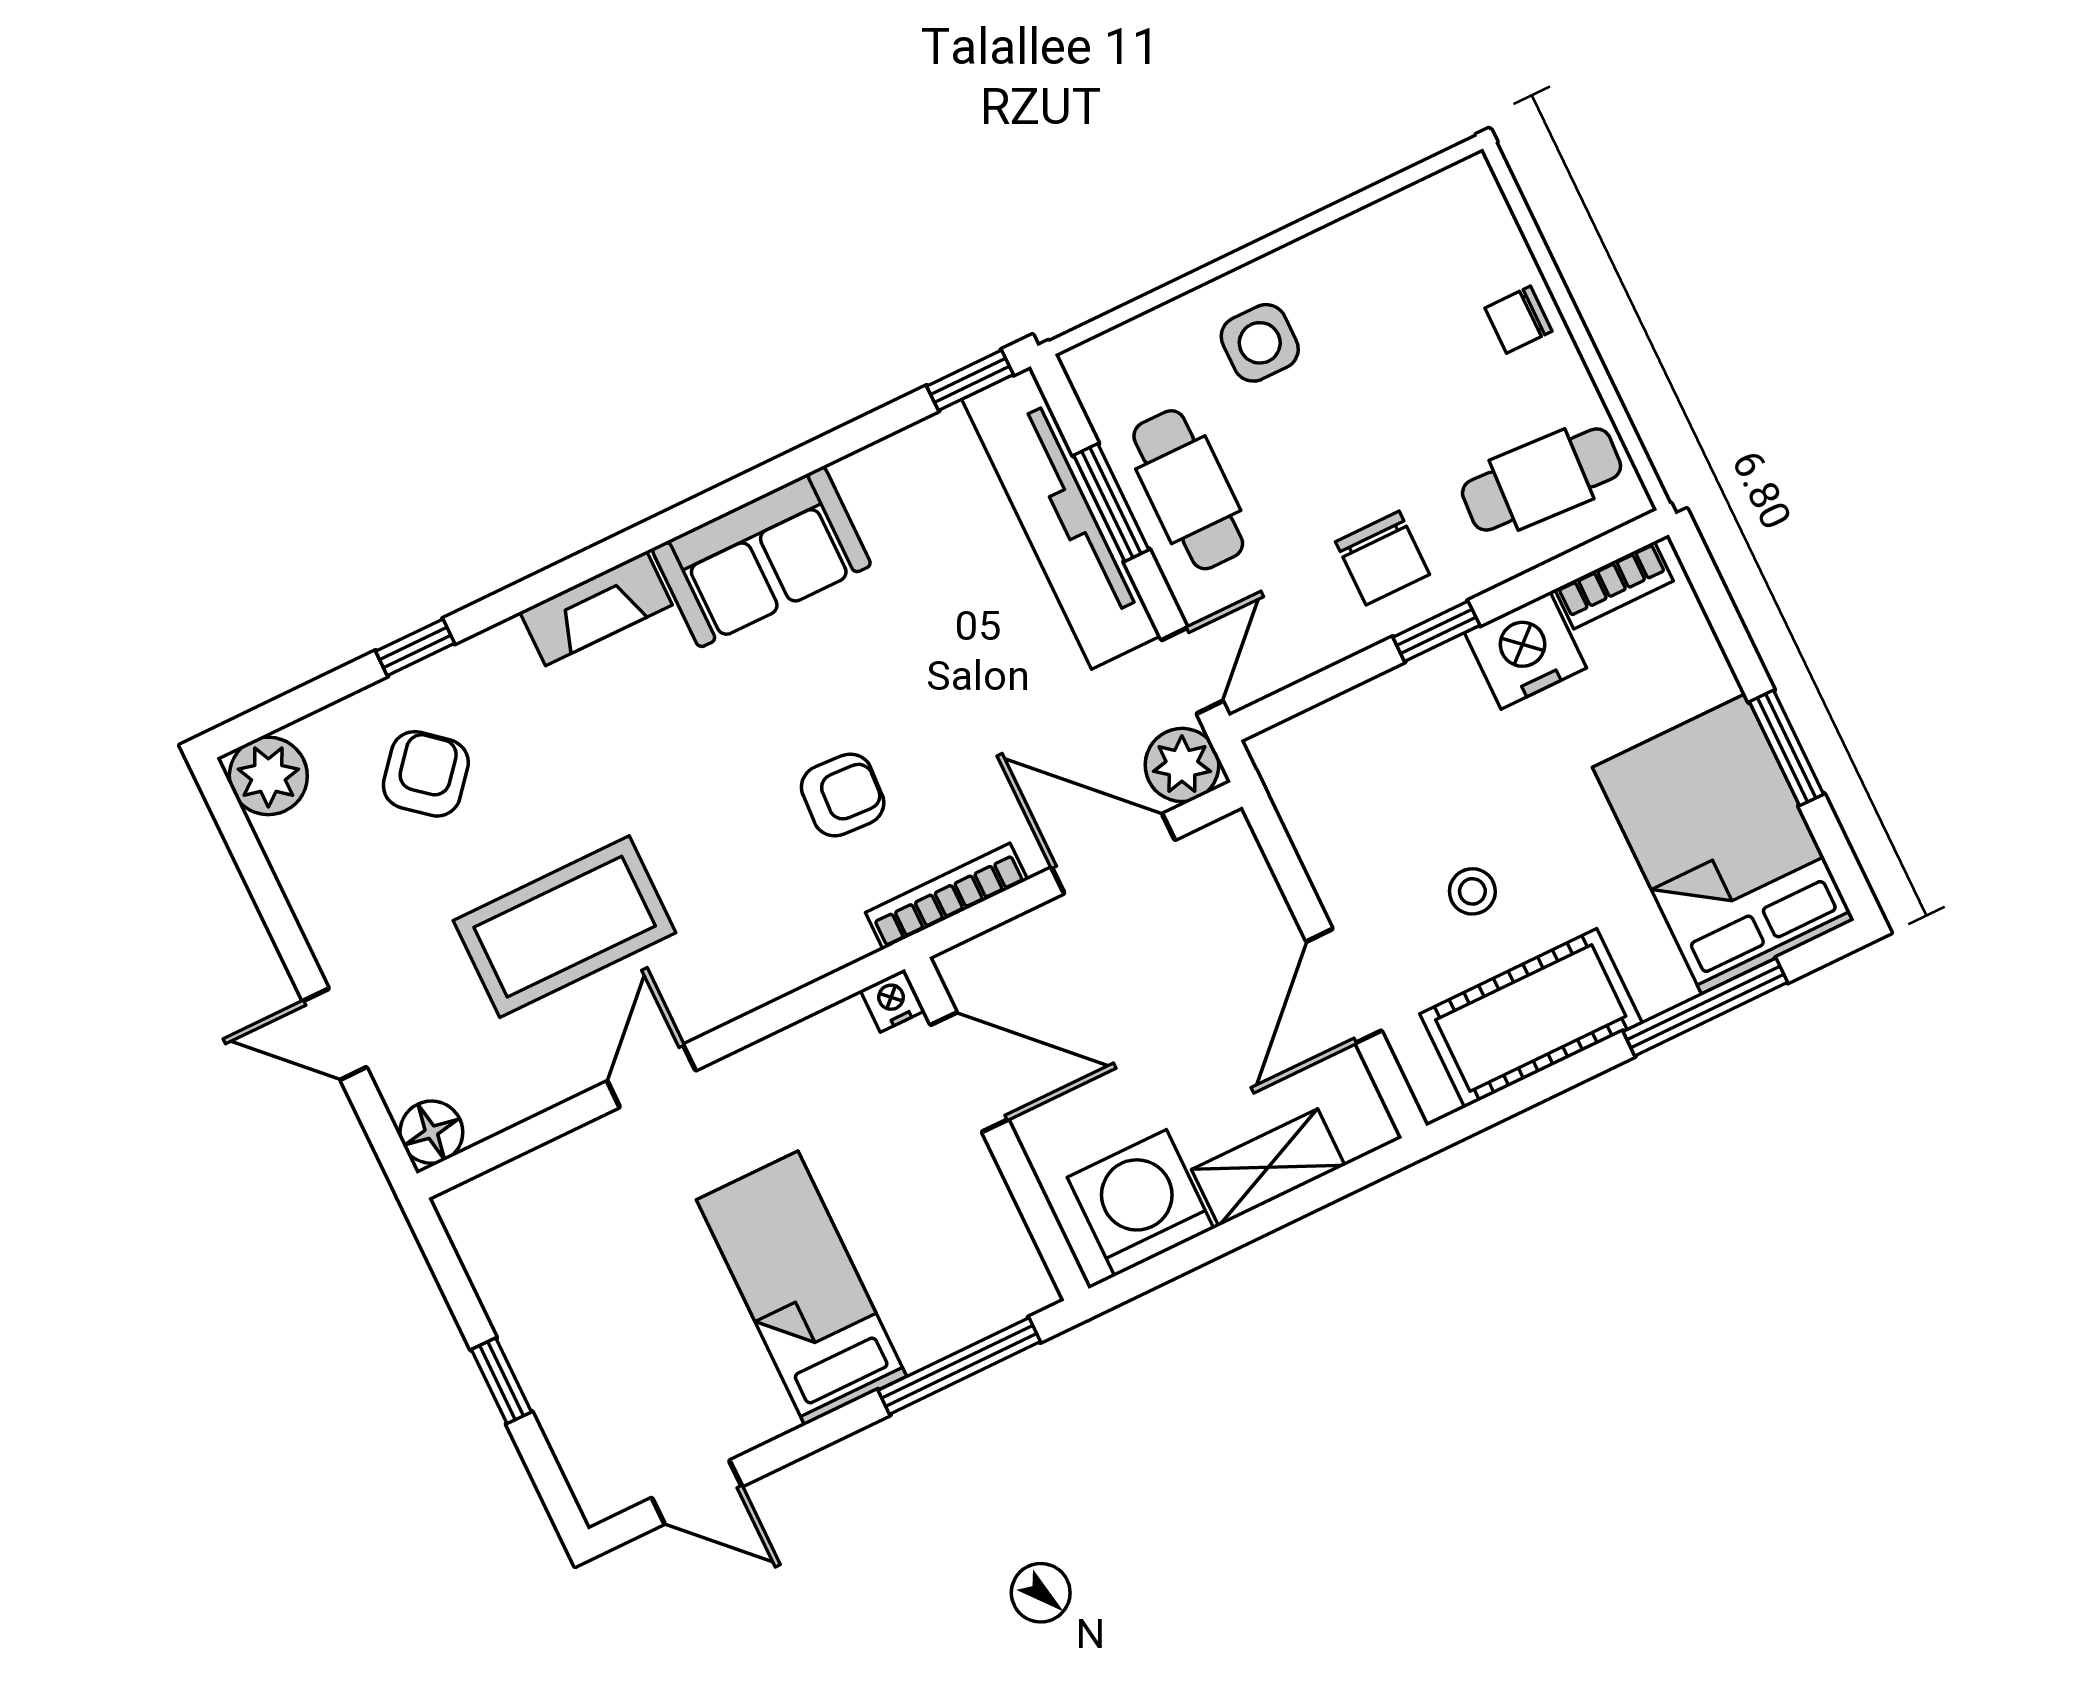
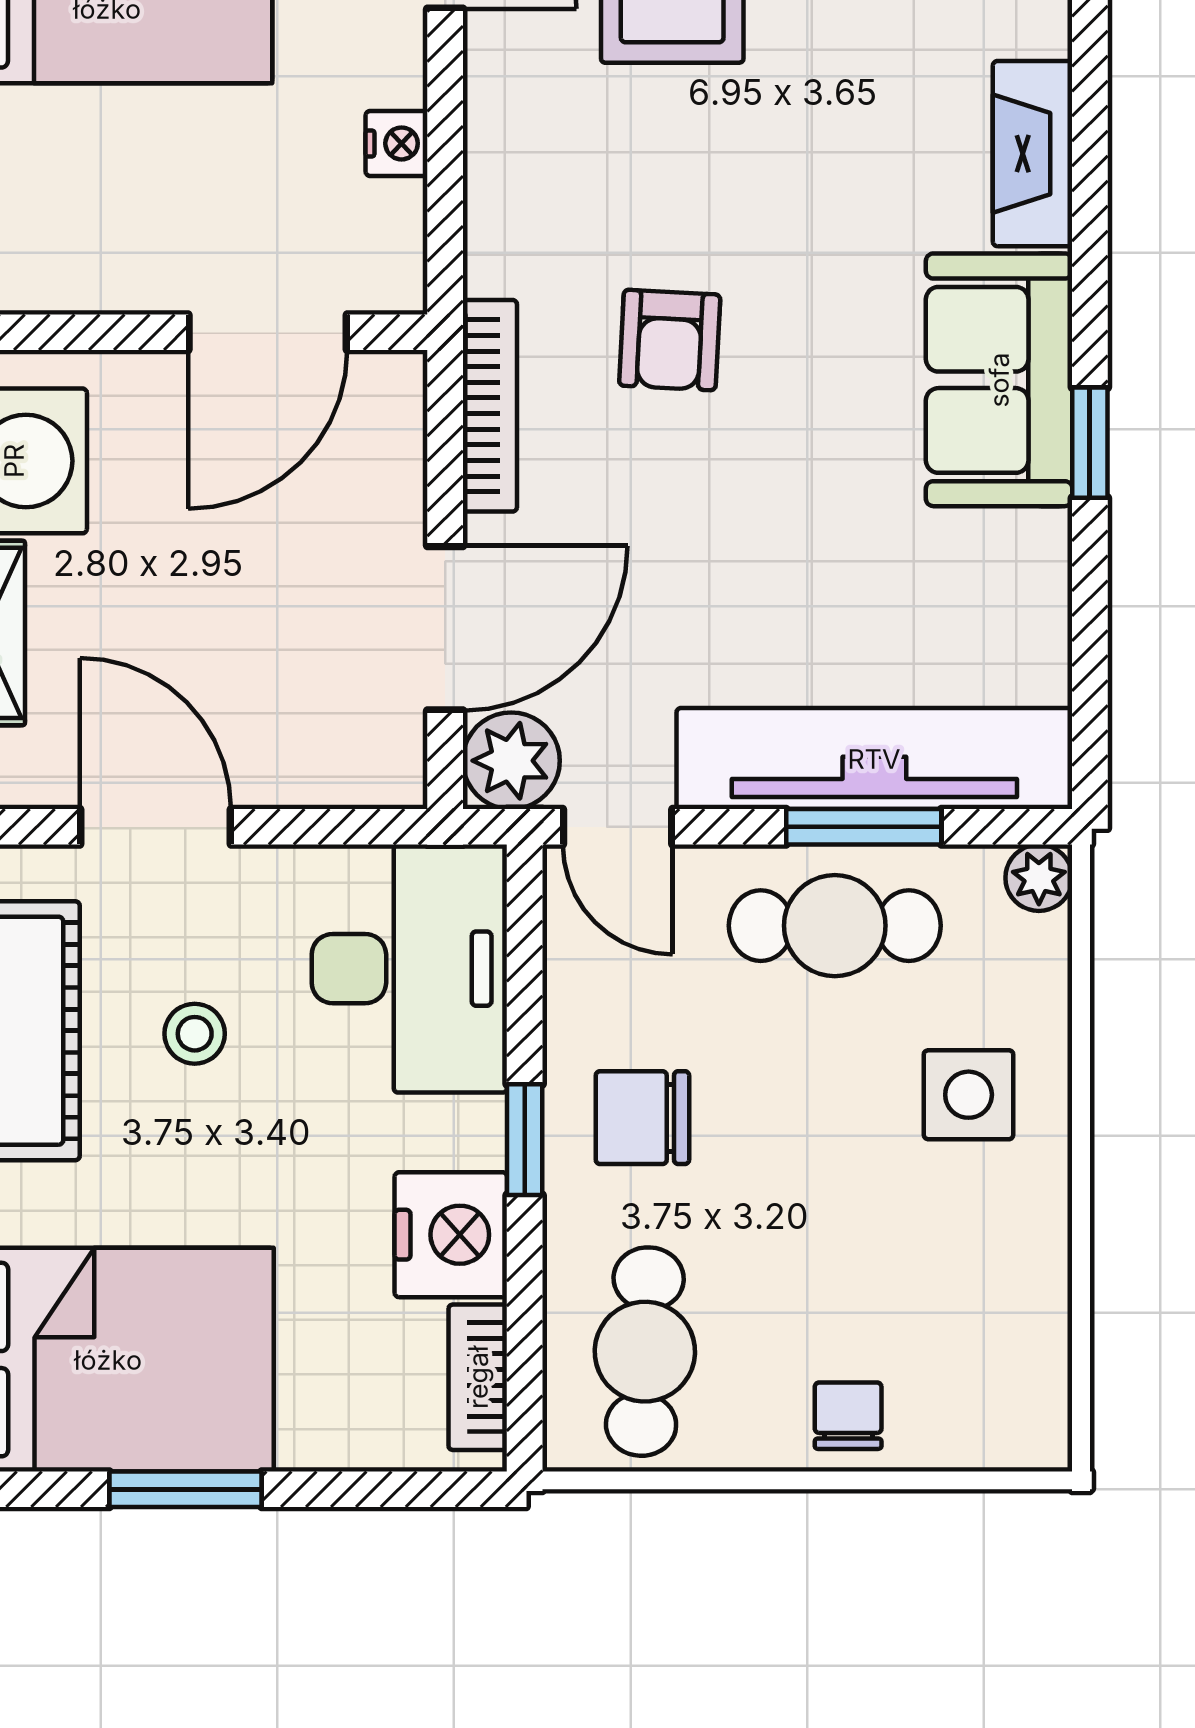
plant: (1088, 366) -> (1039, 878), added
window: (970, 380) -> (1090, 443), moved
desk: (1357, 766) -> (409, 969), added
nightstand: (893, 1001) -> (397, 143), moved

